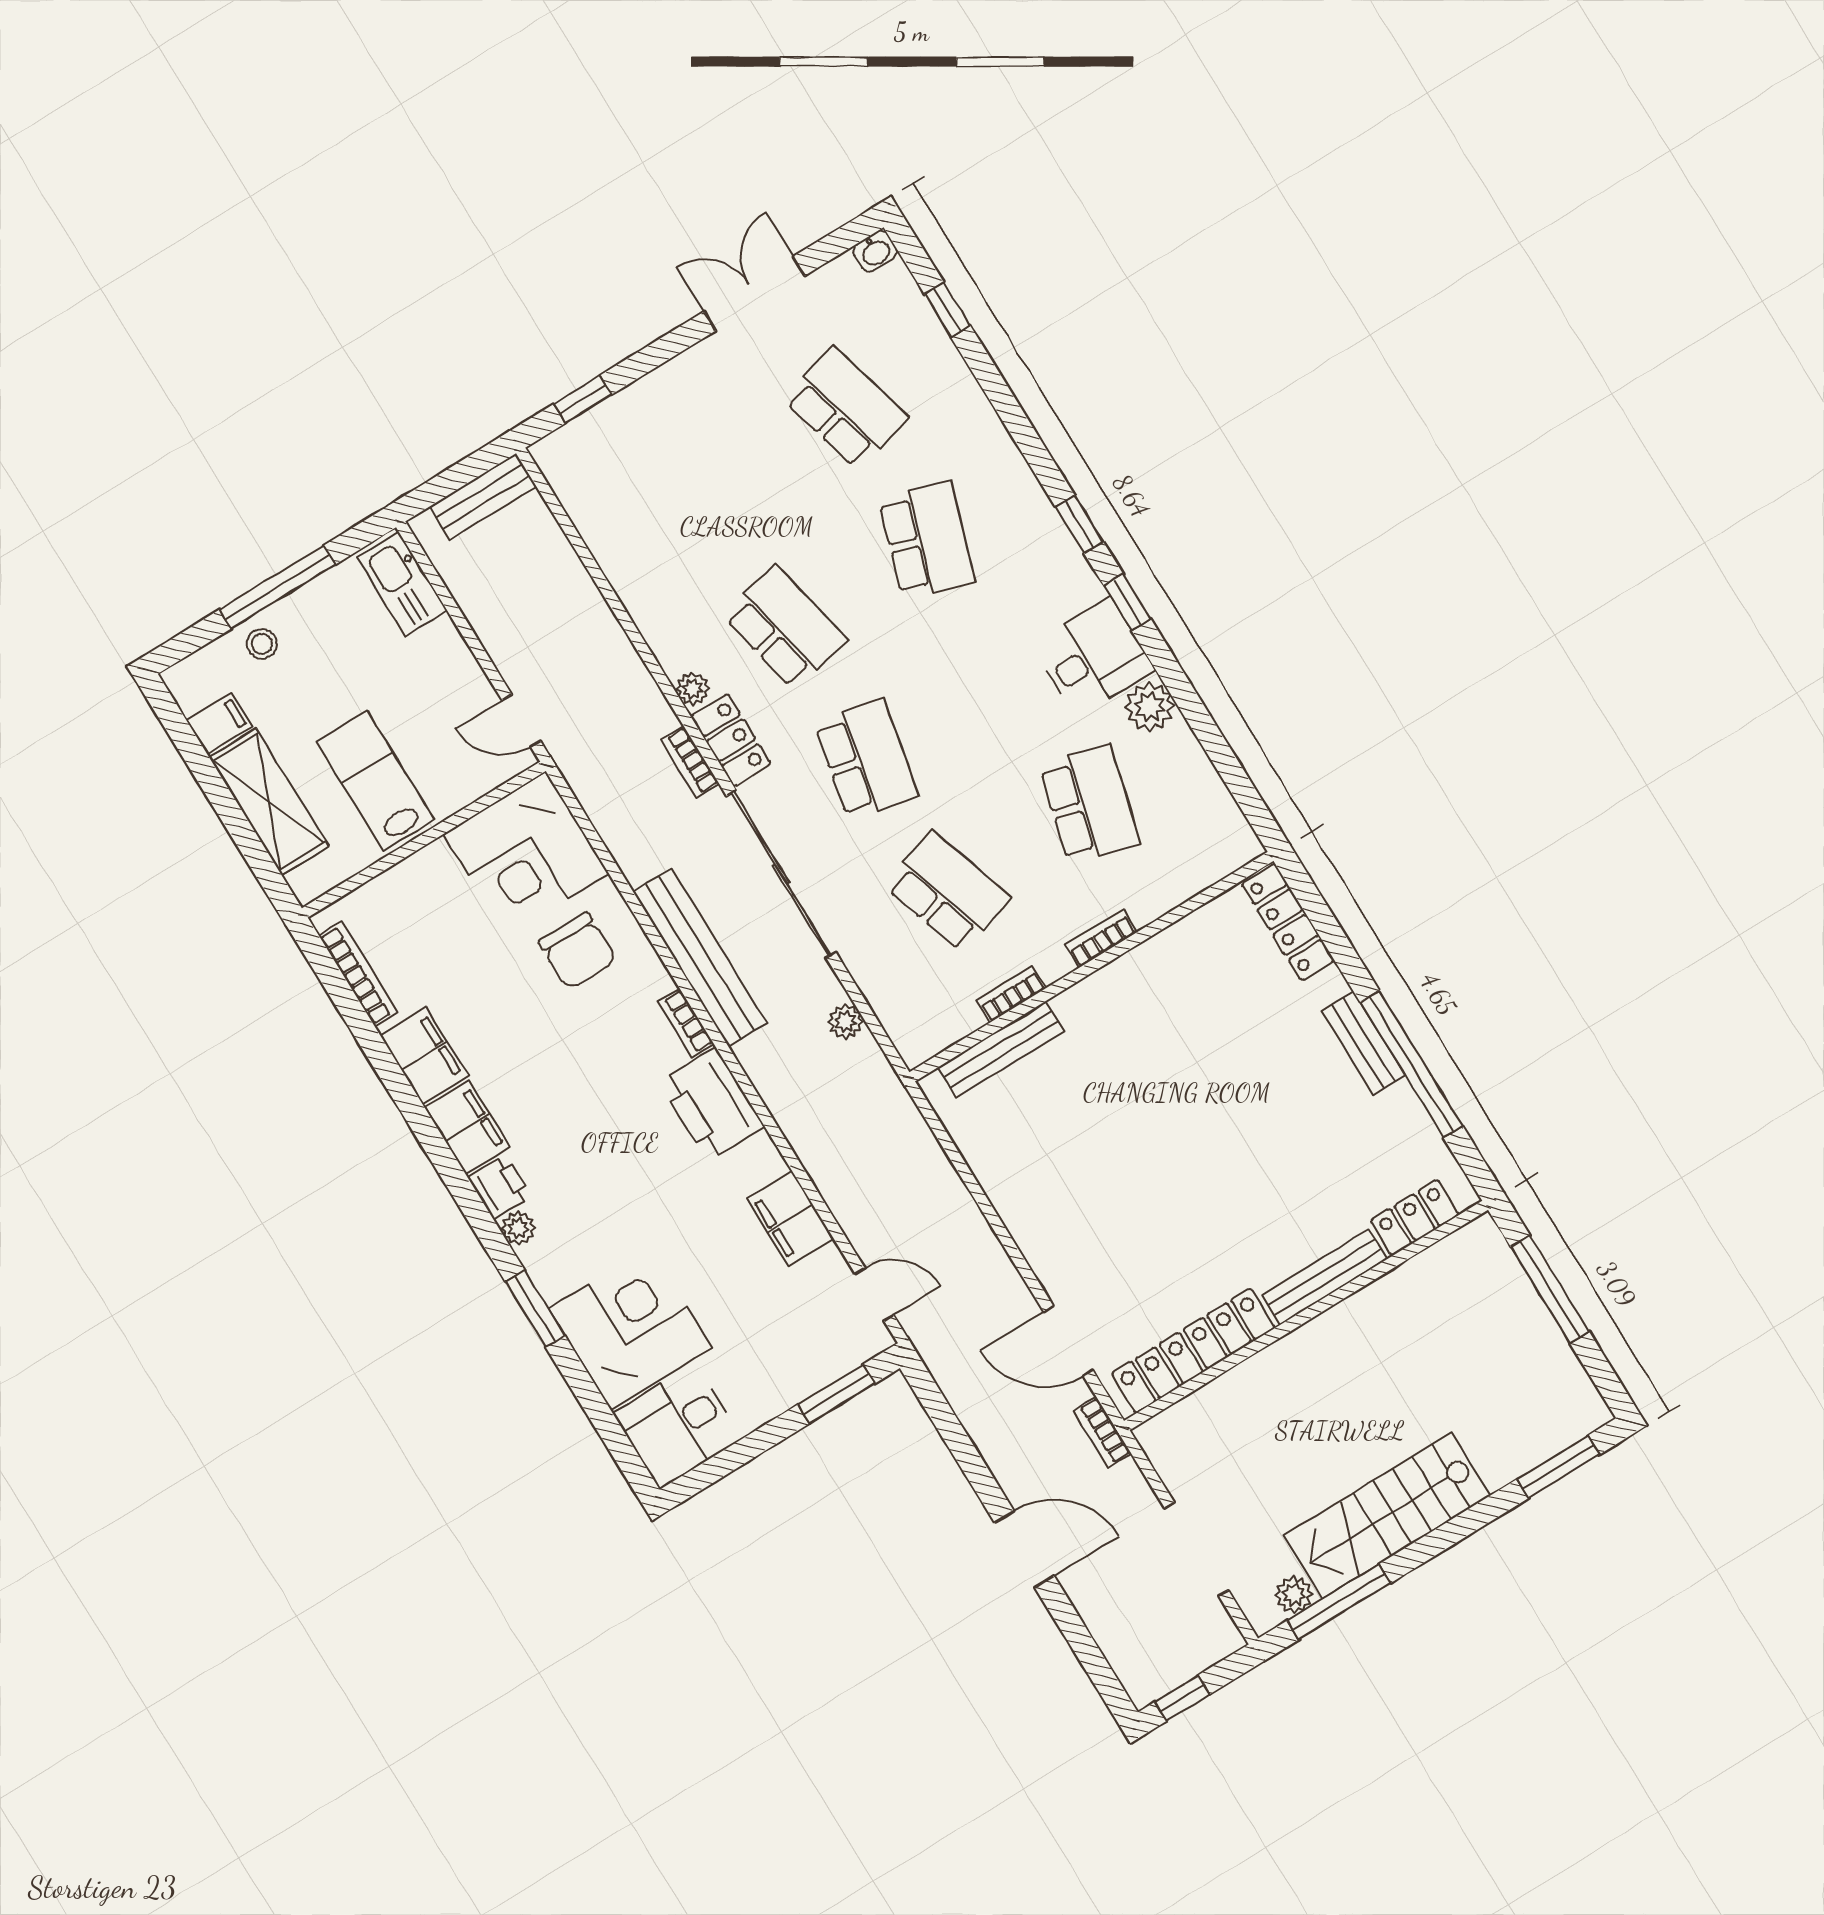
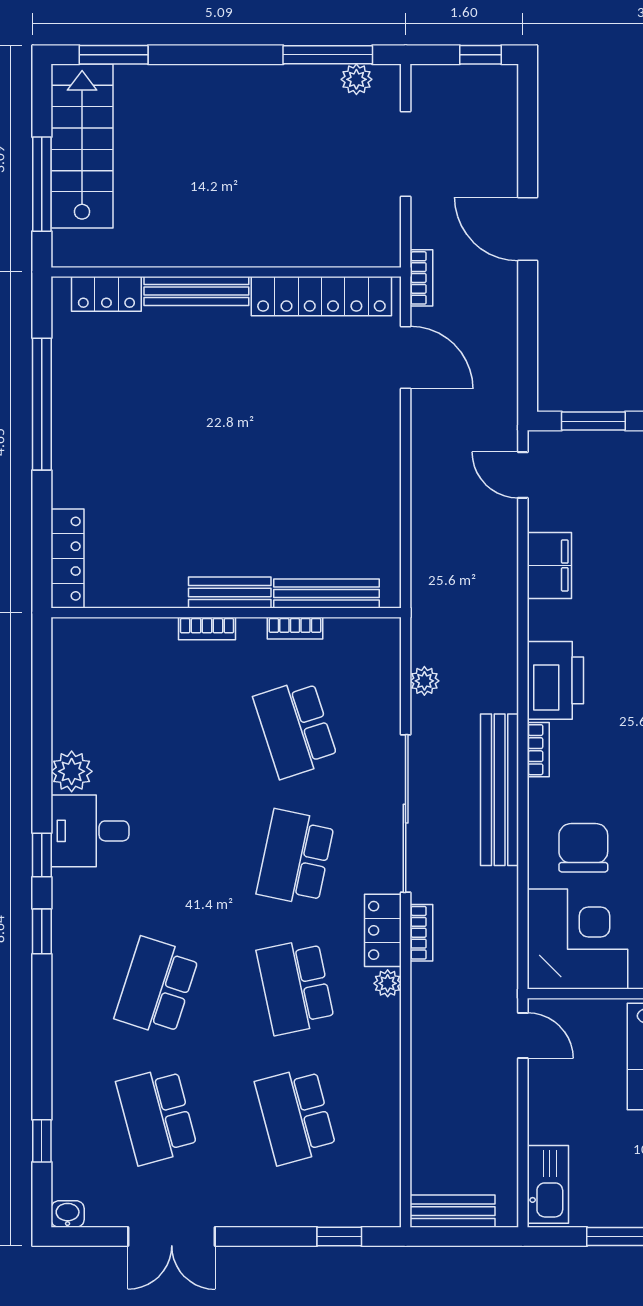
school desk: (1089, 804) -> (296, 1116), moved, turned -30
bench: (1363, 1043) -> (230, 593), moved, turned 90
stairs: (1387, 1516) -> (82, 146), moved, turned -90

